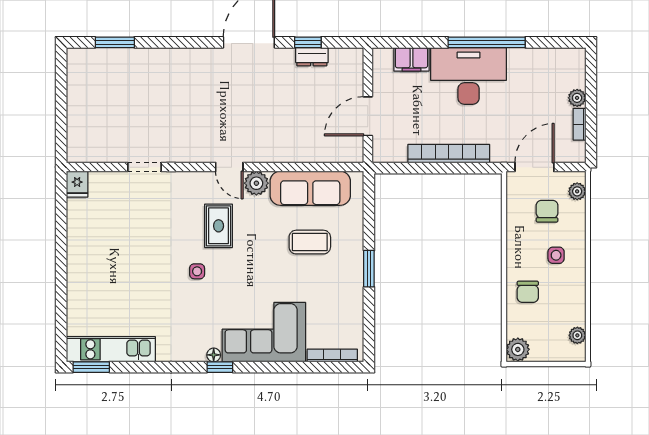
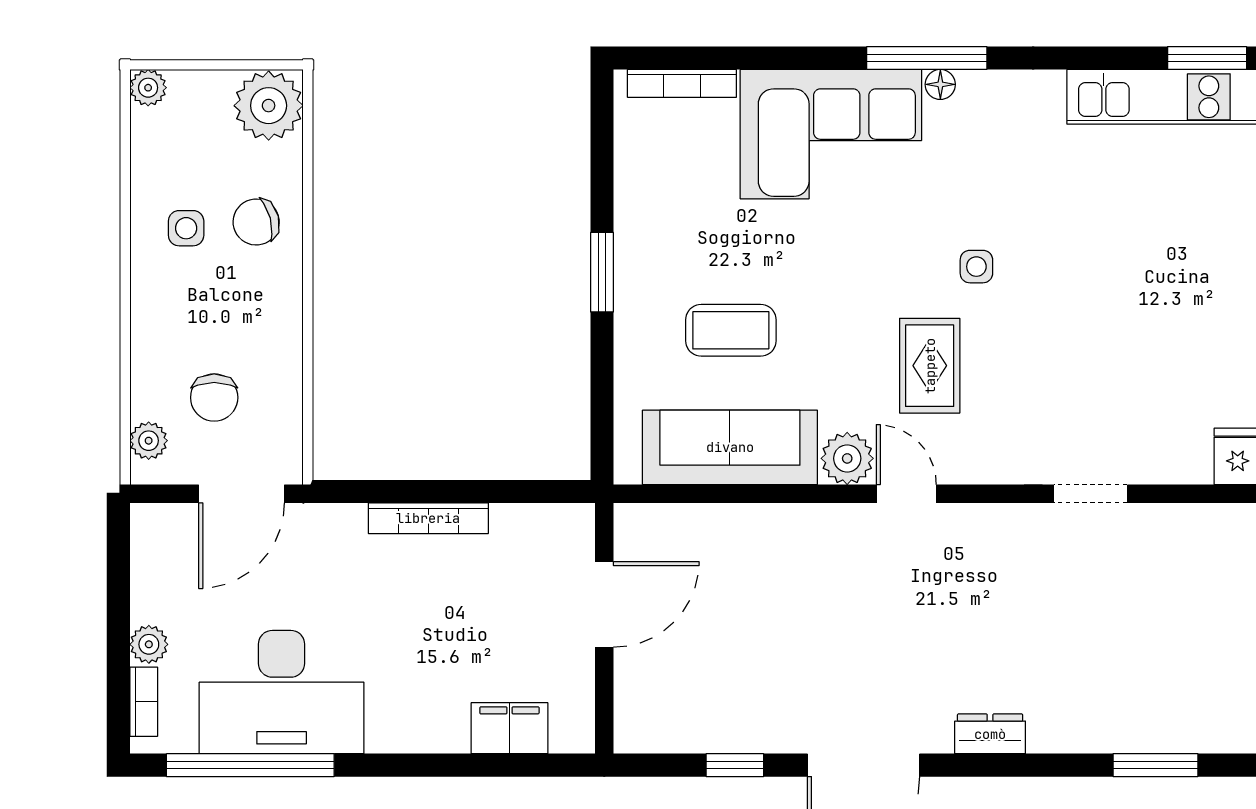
window: (487, 42) -> (250, 765), moved
dresser: (312, 57) -> (990, 734), moved
desk: (469, 76) -> (282, 692), moved
bookcase: (579, 124) -> (144, 702), moved
bookcase: (449, 154) -> (428, 518), width x0.68, depth x0.76
side table: (556, 255) -> (186, 228), moved
chair: (528, 292) -> (256, 222), turned -105
plant: (577, 335) -> (148, 88), moved
plant: (518, 349) -> (269, 106), width x1.36, depth x1.36
window: (220, 367) -> (927, 58), width x2.17

